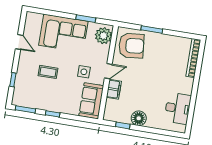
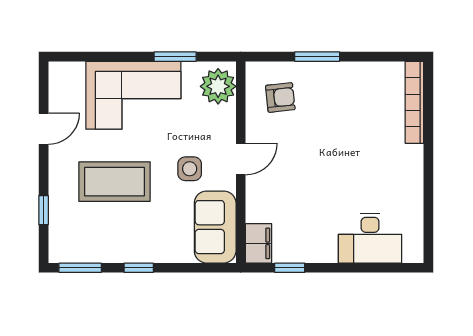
door: (19, 42) -> (44, 129), hinge flipped
armchair: (131, 46) -> (280, 97), width x0.53, depth x0.53
coffee table: (48, 72) -> (114, 182), width x1.86, depth x1.72
filing cabinet: (114, 89) -> (259, 243), moved
desk: (178, 108) -> (370, 238), moved, turned 90
floor lamp: (139, 118) -> (321, 247), removed

